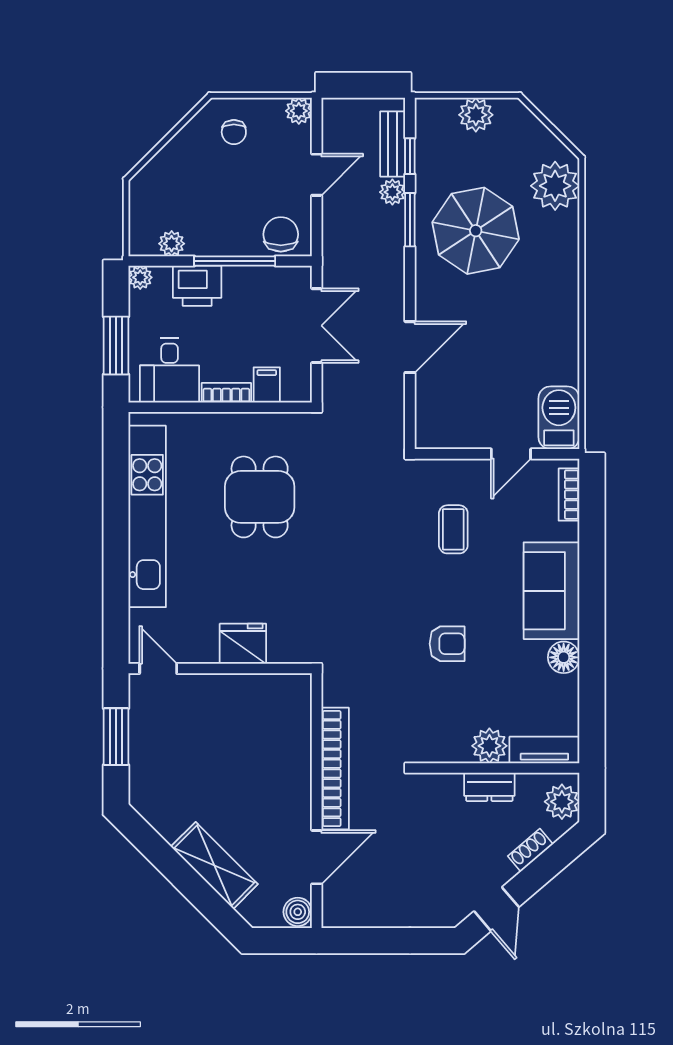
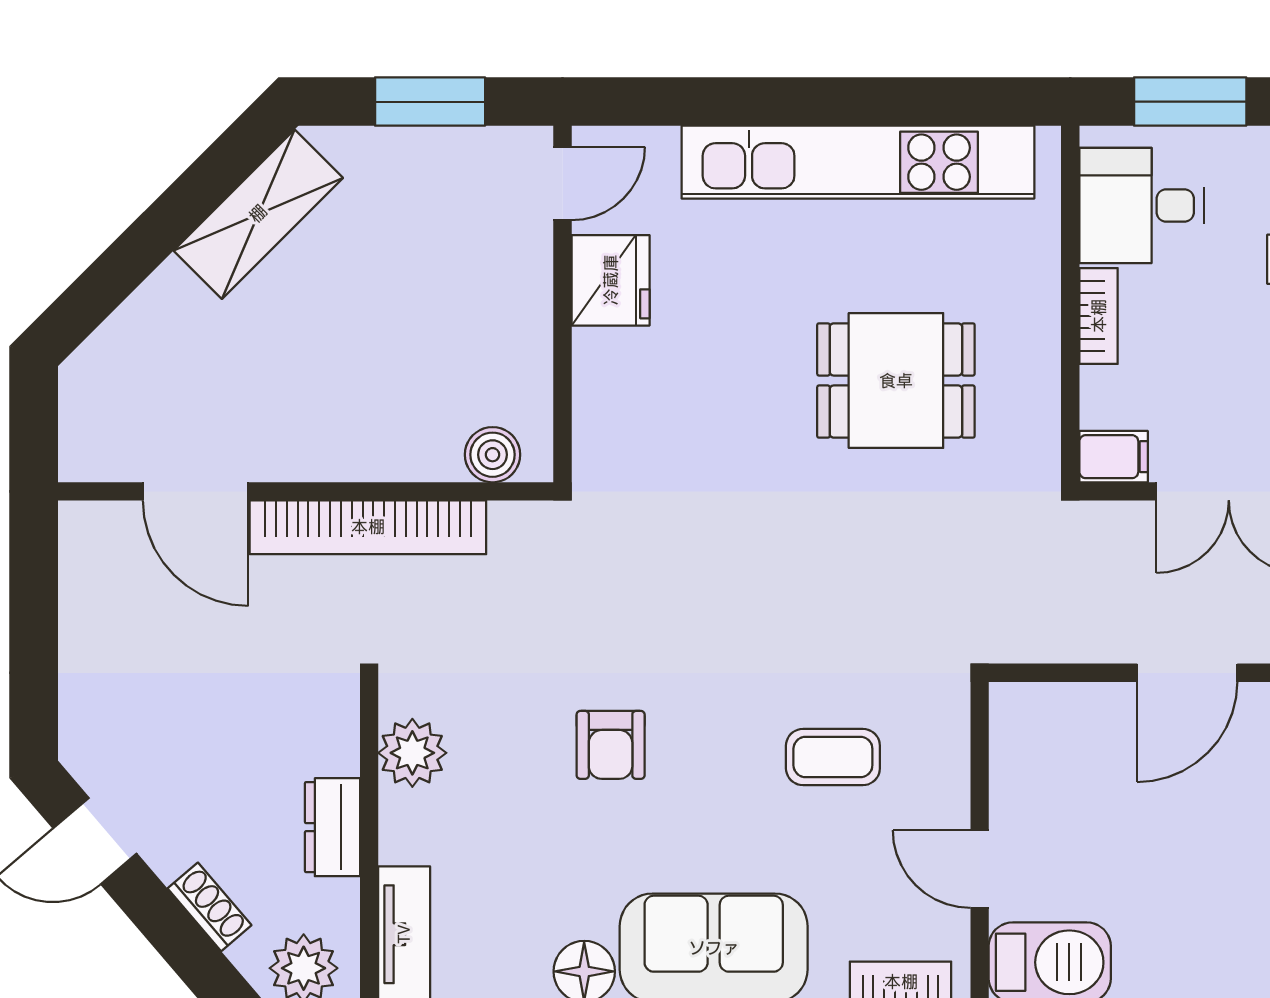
door: (410, 347) -> (1187, 673), hinge flipped
filing cabinet: (267, 385) -> (1114, 457), moved
fridge: (243, 644) -> (611, 280), moved
plant: (489, 746) -> (412, 753), moved
shelving: (214, 865) -> (258, 214), moved
boiler: (298, 912) -> (493, 455), moved

